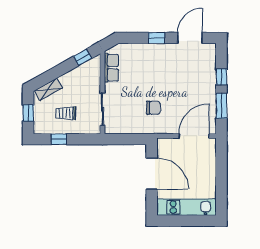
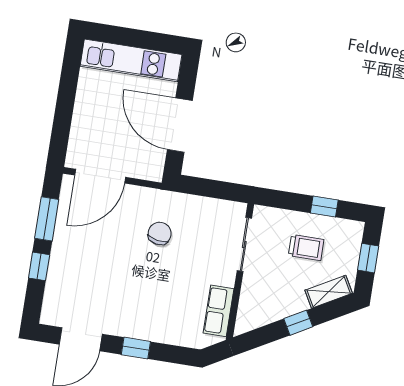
window: (83, 57) -> (298, 323), moved
chair: (153, 108) -> (160, 233), turned 100

